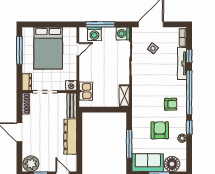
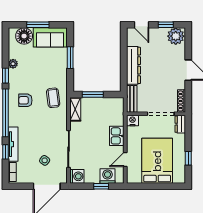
window: (100, 24) -> (101, 186), width x0.46
window: (19, 50) -> (188, 158), width x0.46
kitchen sink: (86, 91) -> (117, 136), moved
coffee table: (145, 107) -> (53, 98), added
window: (108, 110) -> (93, 95), added
armchair: (160, 130) -> (37, 72), removed
window: (129, 144) -> (70, 58), width x0.69

